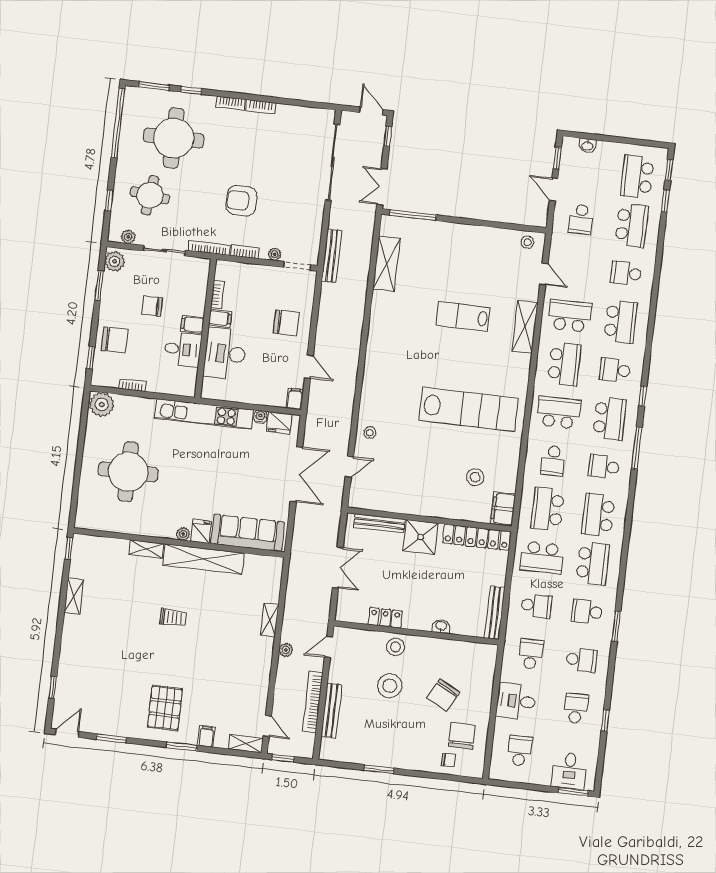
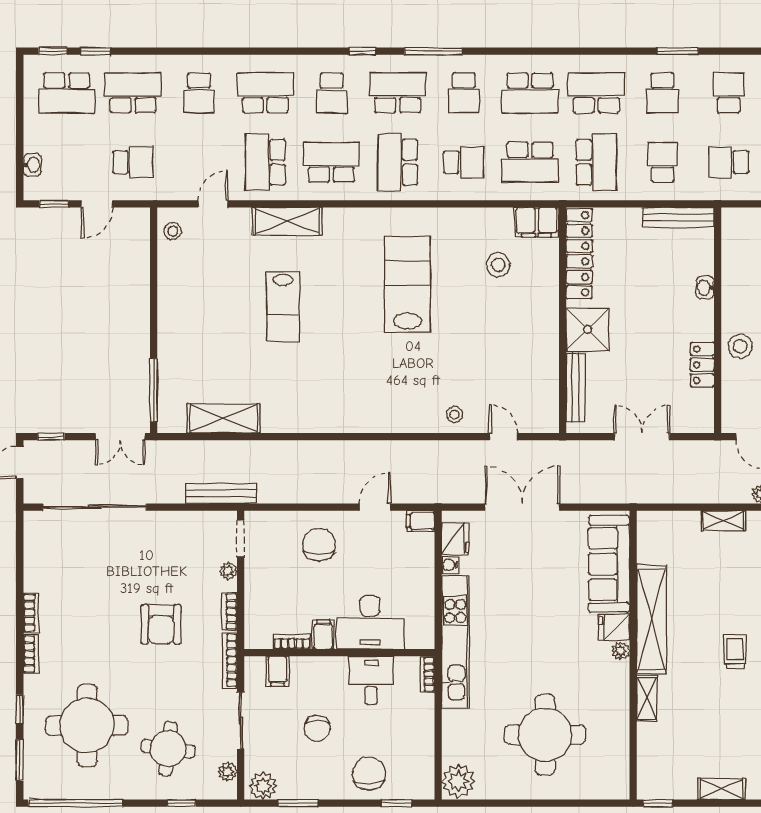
filing cabinet: (192, 324) -> (278, 671), moved
bookcase: (132, 385) -> (427, 674), moved
lab bench: (469, 409) -> (408, 285), width x0.73

